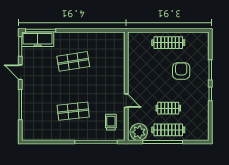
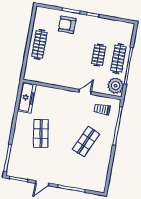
freezer: (38, 39) -> (27, 98), moved
armchair: (181, 71) -> (67, 25), moved
shop shelf: (73, 111) -> (86, 142), turned 30

